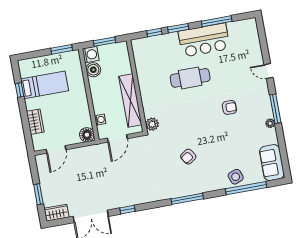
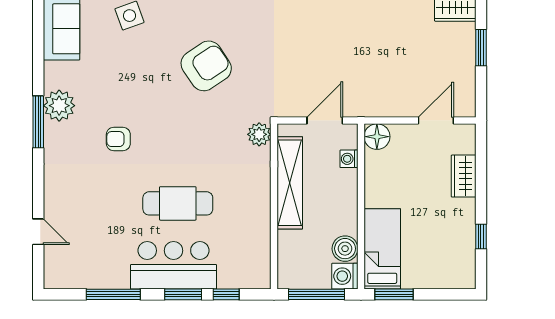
bar counter: (204, 40) -> (174, 265), moved
window: (104, 42) -> (317, 294), width x1.44
door: (268, 71) -> (38, 232), moved
bed: (45, 85) -> (382, 249), moved, turned 90
plant: (270, 123) -> (59, 106), width x1.88, depth x1.88
armchair: (188, 157) -> (206, 66), width x1.88, depth x1.88

